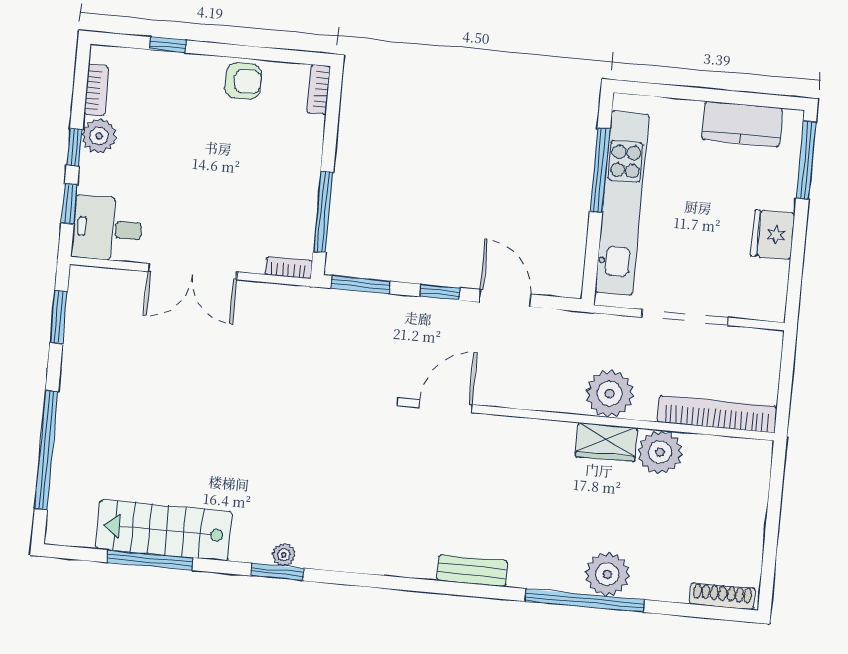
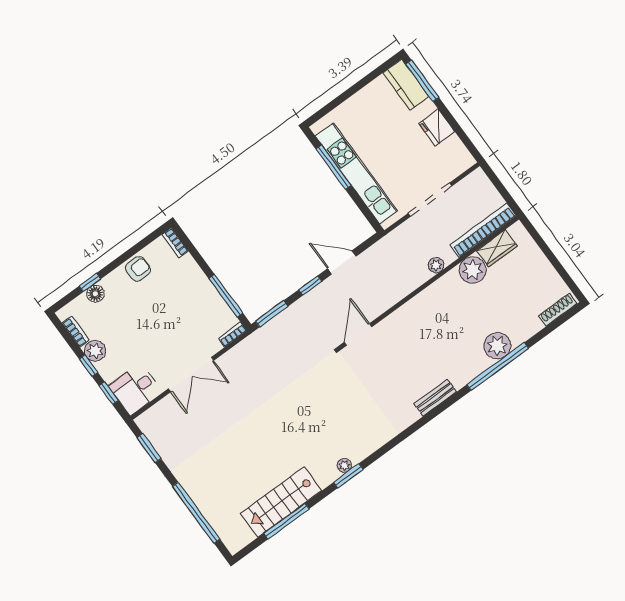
floor lamp: (163, 65) -> (95, 294), added
kitchen counter: (742, 124) -> (406, 85), moved, turned 90
plant: (610, 394) -> (436, 265), width x0.53, depth x0.53
wardrobe: (606, 442) -> (497, 248), moved

